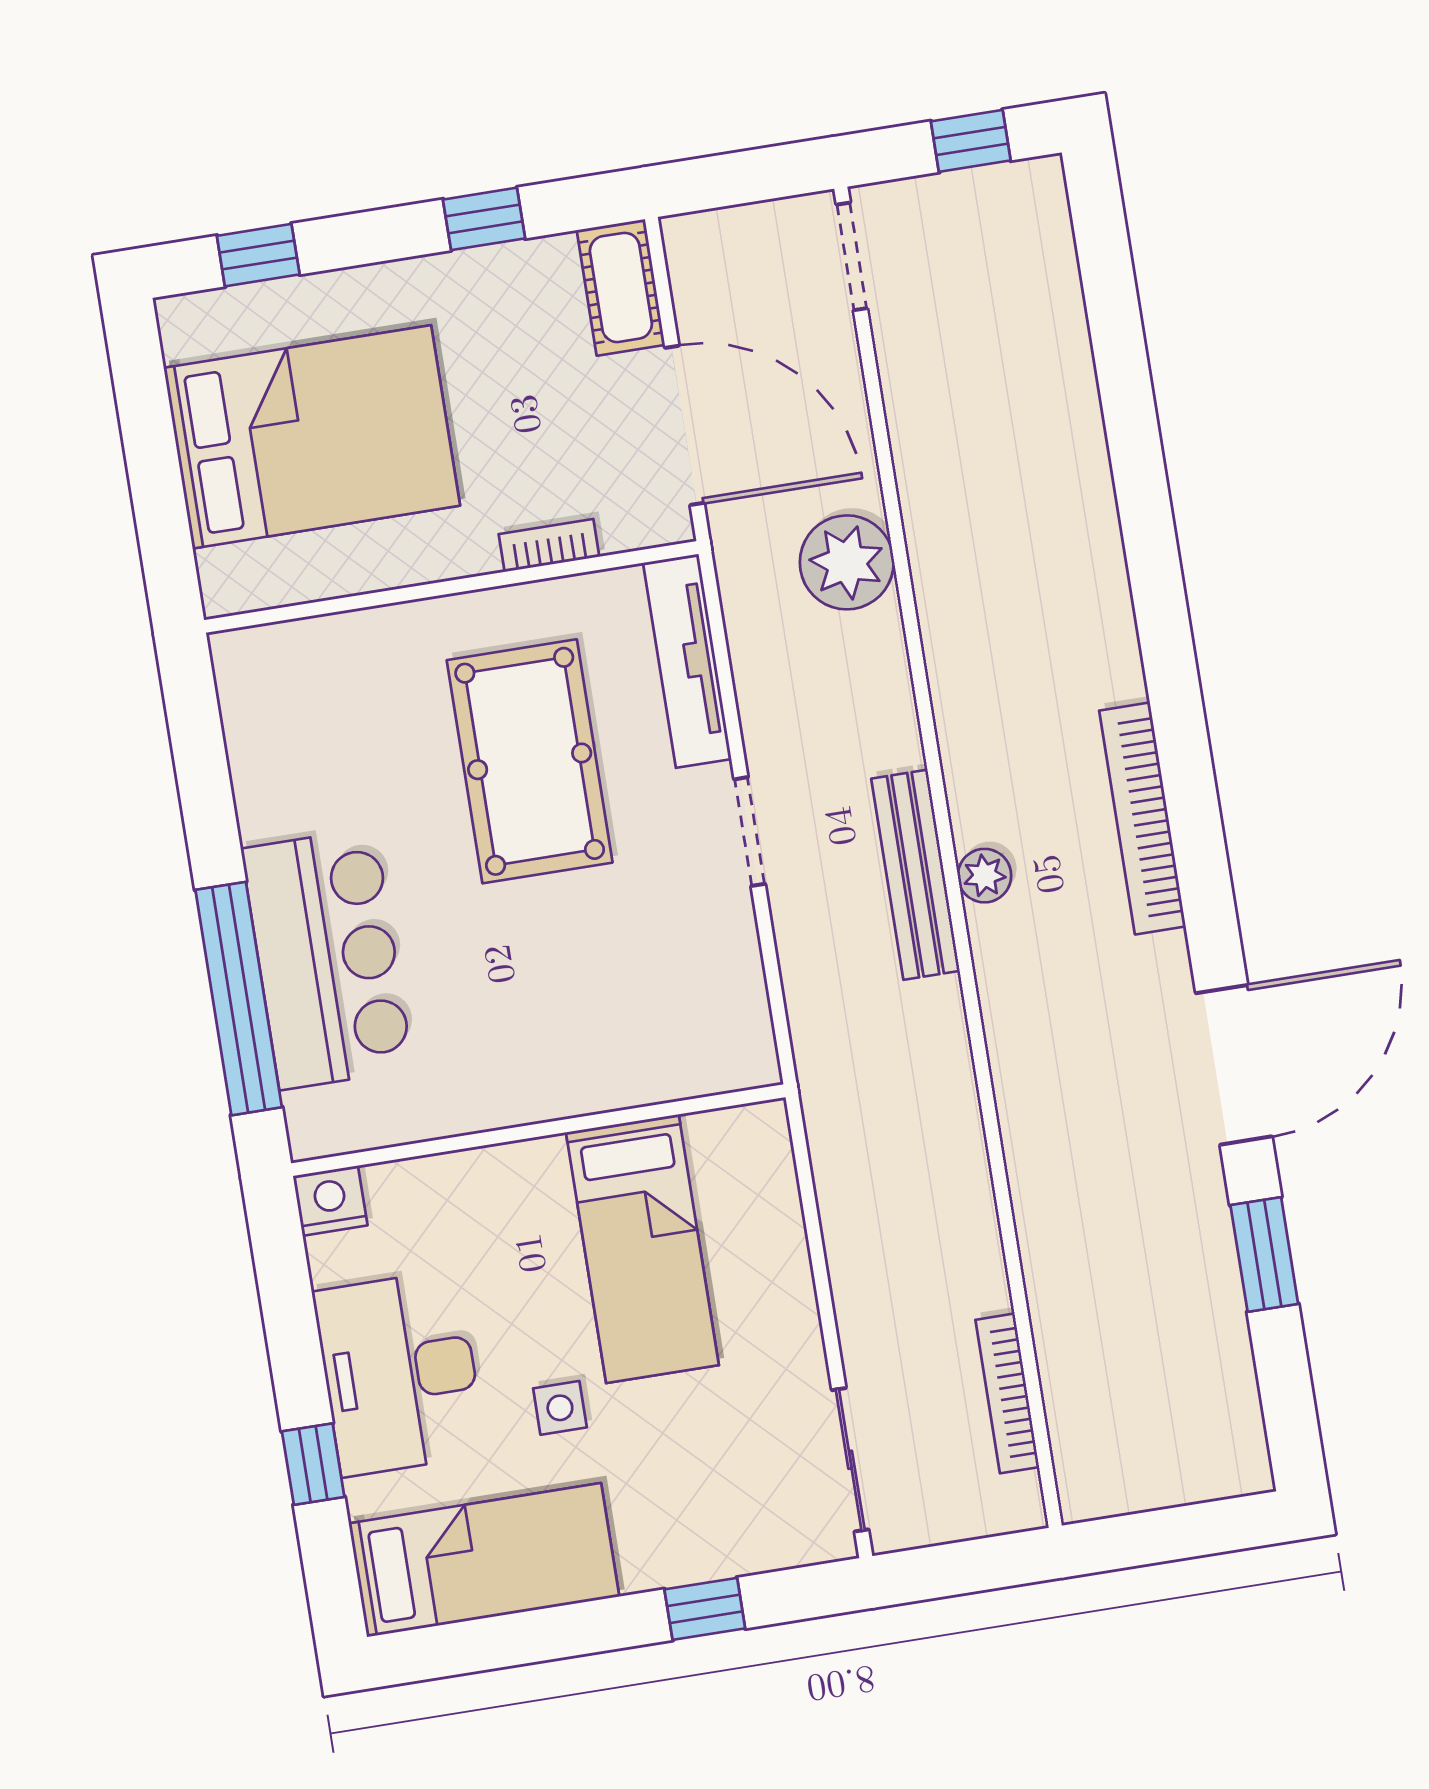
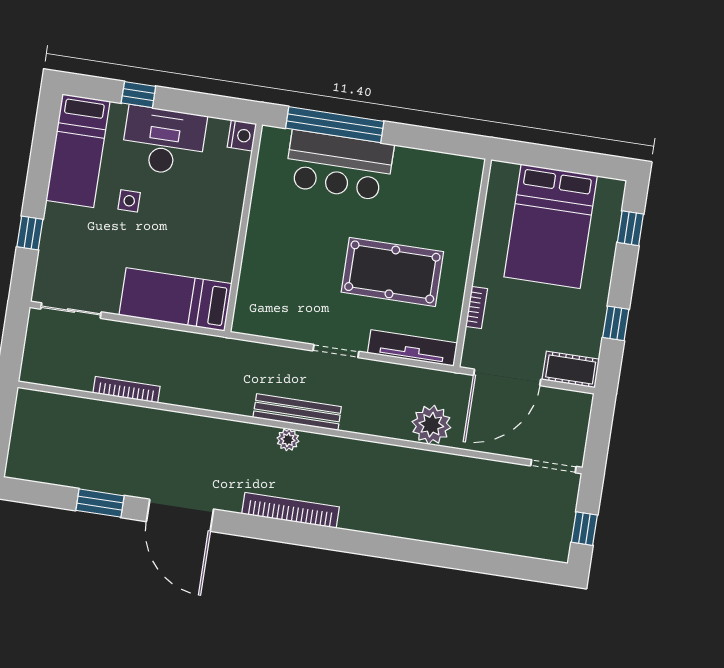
bed: (642, 1249) -> (175, 299), moved
bookcase: (1007, 1393) -> (127, 390), moved

